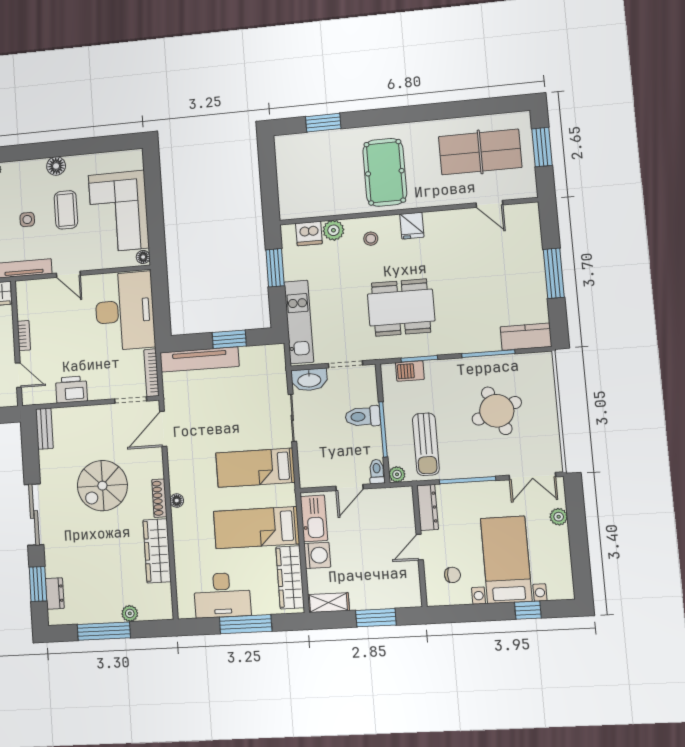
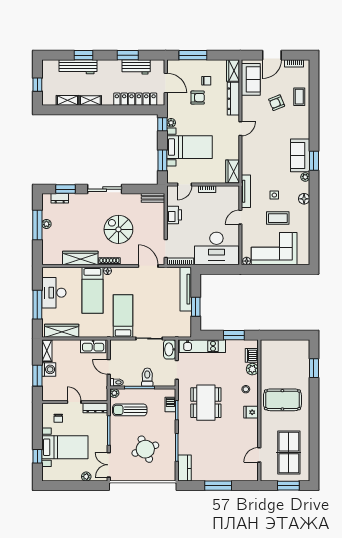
floor lamp: (56, 166) -> (304, 199), moved
bed: (256, 528) -> (92, 290), moved, turned 180
washing machine: (317, 555) -> (49, 369), moved, turned -90
plant: (130, 613) -> (46, 224), moved

